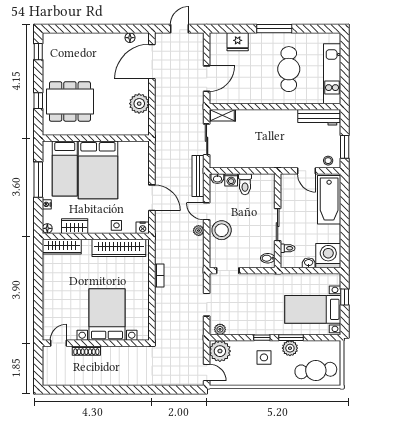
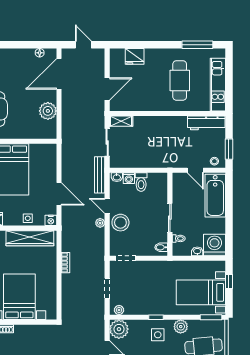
door: (180, 29) -> (83, 45), hinge flipped
window: (274, 29) -> (197, 45), moved
window: (291, 338) -> (211, 317), moved

